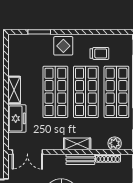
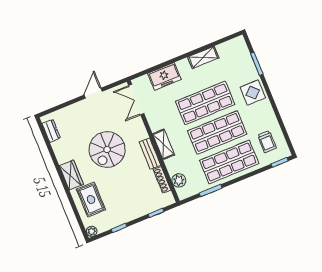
trolley: (99, 53) -> (267, 142), moved
shelving: (14, 90) -> (203, 57), moved

